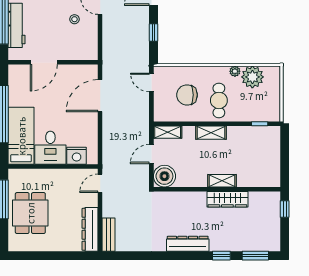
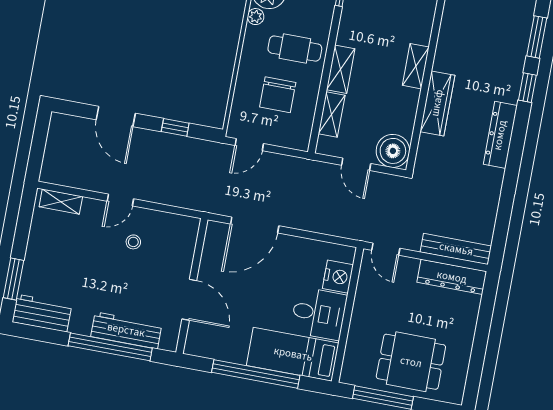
door: (100, 96) -> (255, 225), hinge flipped
shelving: (168, 132) -> (332, 114), moved
wardrobe: (227, 199) -> (437, 103), moved
bench: (109, 235) -> (456, 249), width x1.36

